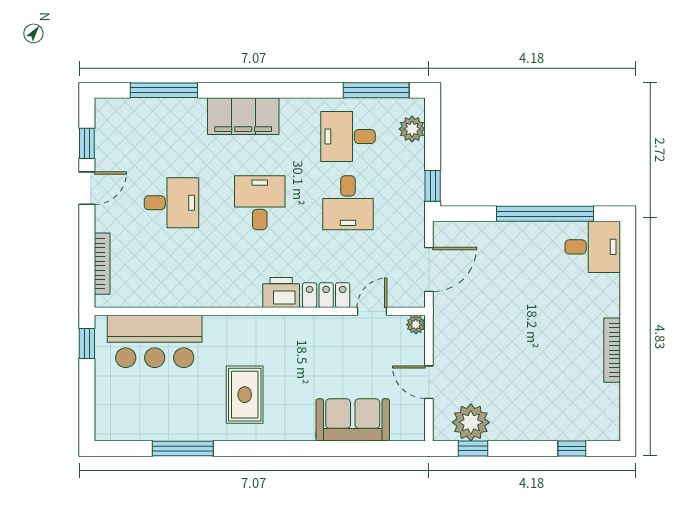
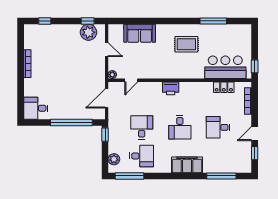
window: (545, 214) -> (71, 123), moved
locker: (326, 295) -> (224, 87), moved
rug: (245, 395) -> (186, 44), turned 90

